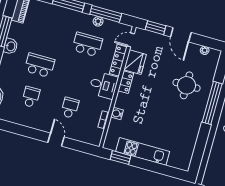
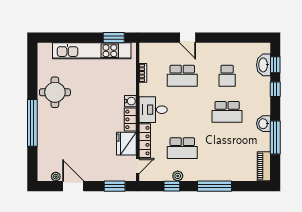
window: (106, 14) -> (172, 186), width x0.46
door: (181, 35) -> (73, 186), moved
round table: (187, 85) -> (55, 92), moved
school desk: (70, 108) -> (182, 76), width x1.85
water cooler: (117, 114) -> (130, 101), moved
kitchen unit: (143, 151) -> (92, 51), width x1.36

